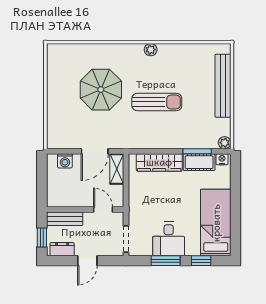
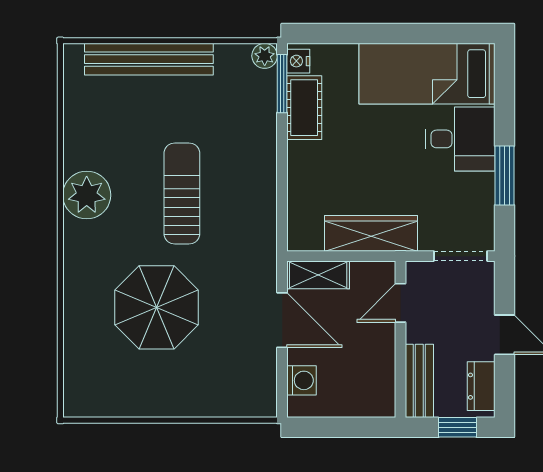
plant: (151, 50) -> (87, 195), width x1.88, depth x1.88
window: (197, 151) -> (282, 84), moved
wardrobe: (159, 162) -> (371, 233), moved, turned -90
desk: (169, 239) -> (460, 139), moved
window: (201, 261) -> (505, 104), removed

